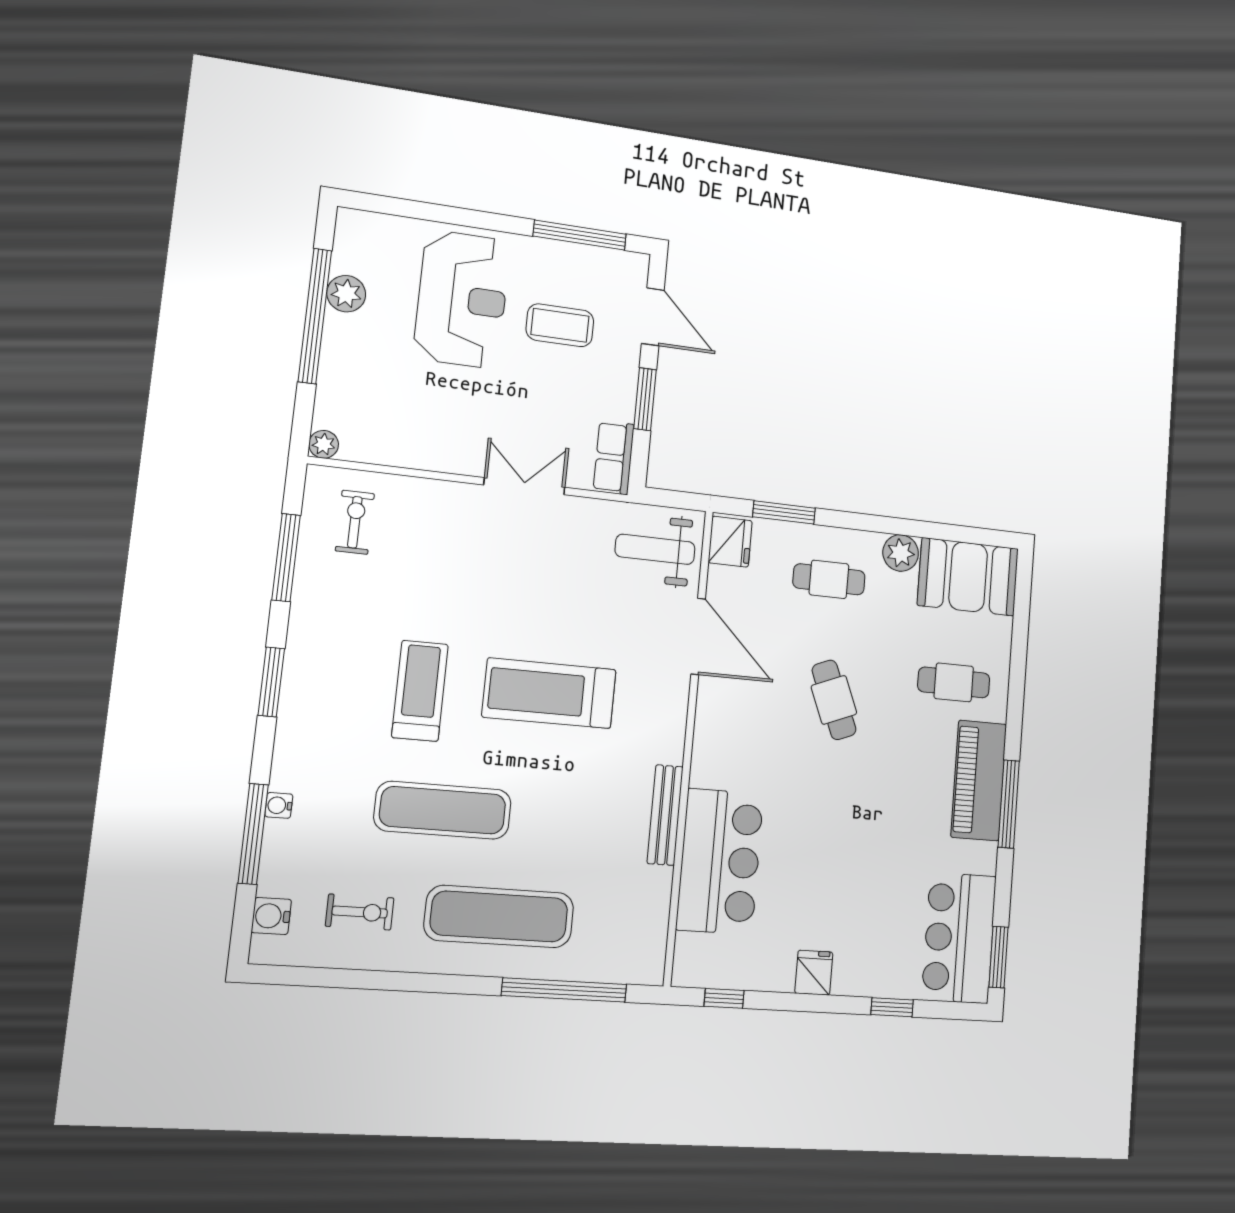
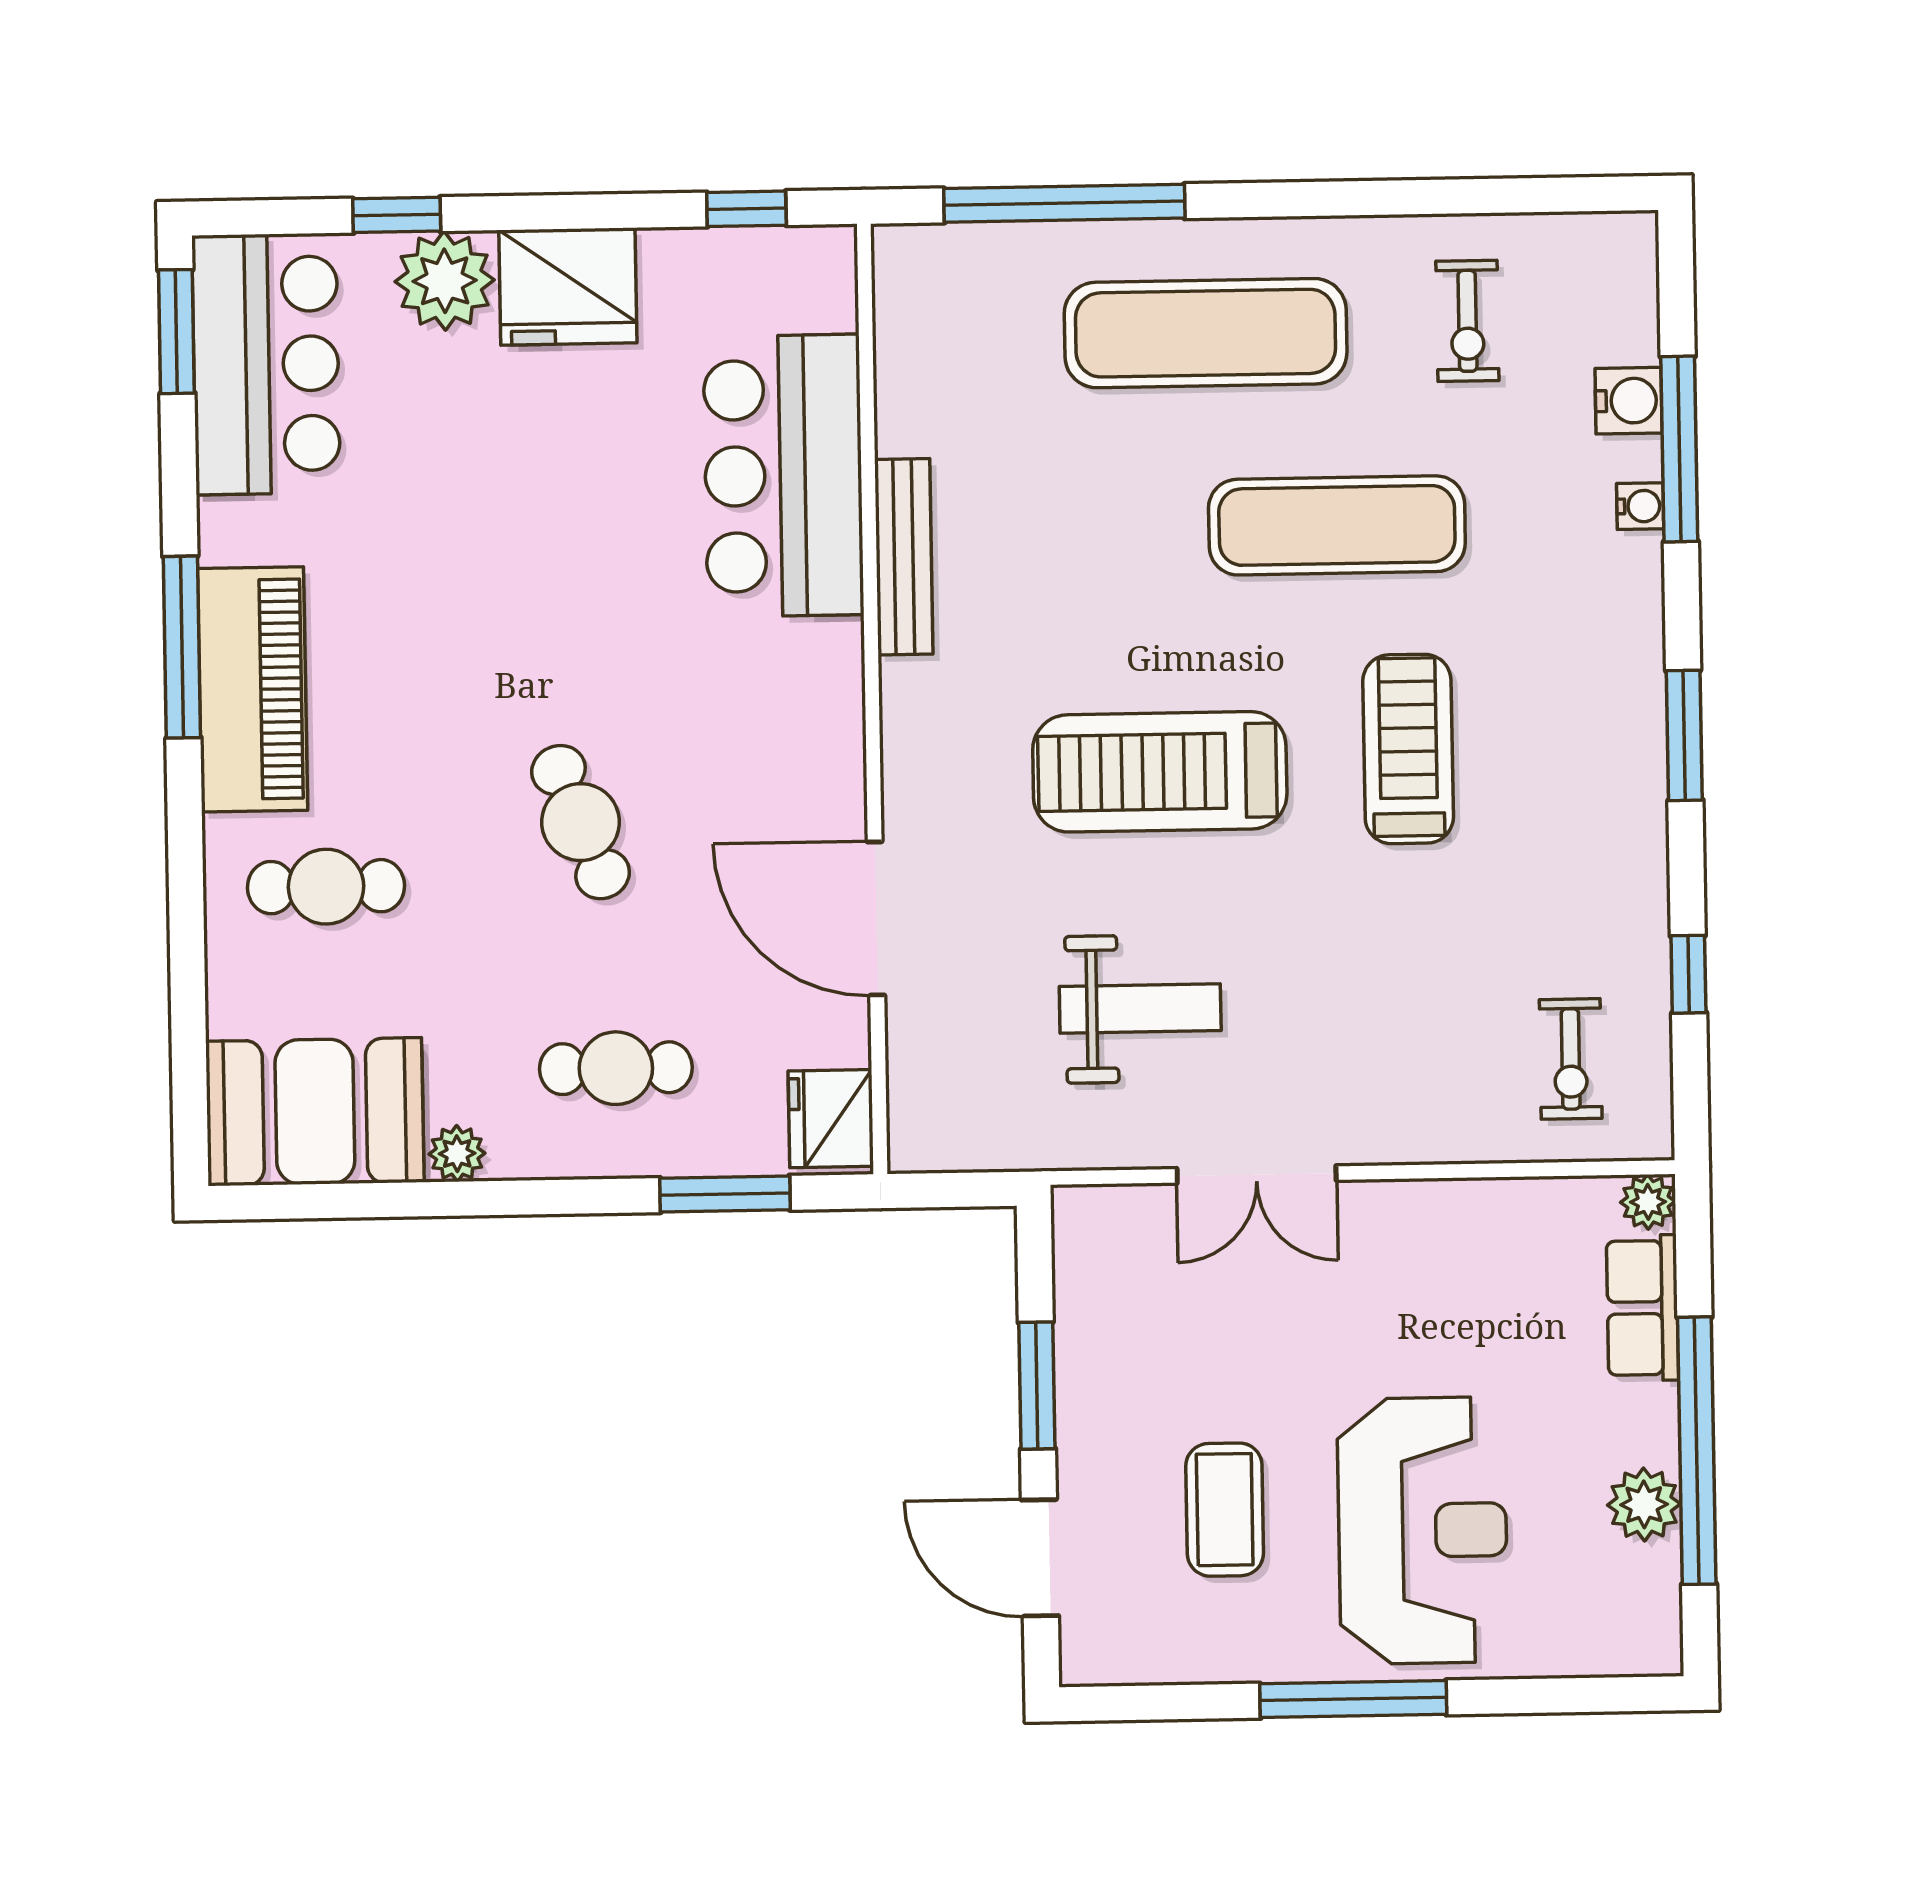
window: (580, 235) -> (1353, 1699), moved
reception desk: (462, 299) -> (1423, 1530), turned 180
coffee table: (560, 325) -> (1225, 1510), turned 90
row of seats: (614, 458) -> (1642, 1308), moved, turned 180
weight bench: (655, 549) -> (1140, 1009), moved
plant: (901, 553) -> (457, 1154), width x0.73, depth x0.73
window: (286, 558) -> (1688, 974), width x0.46
treadmill: (420, 691) -> (1408, 749), turned 180
treadmill: (549, 693) -> (1160, 772), turned 180
exercise bike: (360, 912) -> (1467, 321), turned -90
water cooler: (271, 916) -> (1629, 401), moved
fridge: (814, 973) -> (568, 287), width x1.88, depth x1.34
plant: (873, 973) -> (445, 281), added

